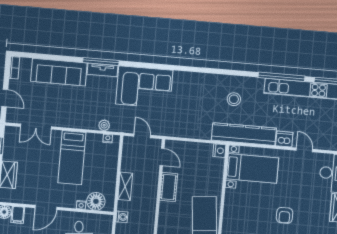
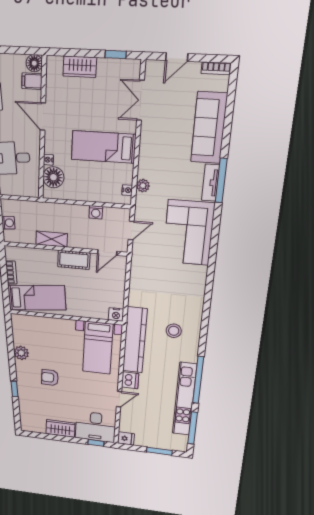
shelving: (125, 186) -> (52, 239), moved
washing machine: (122, 217) -> (96, 212), moved

